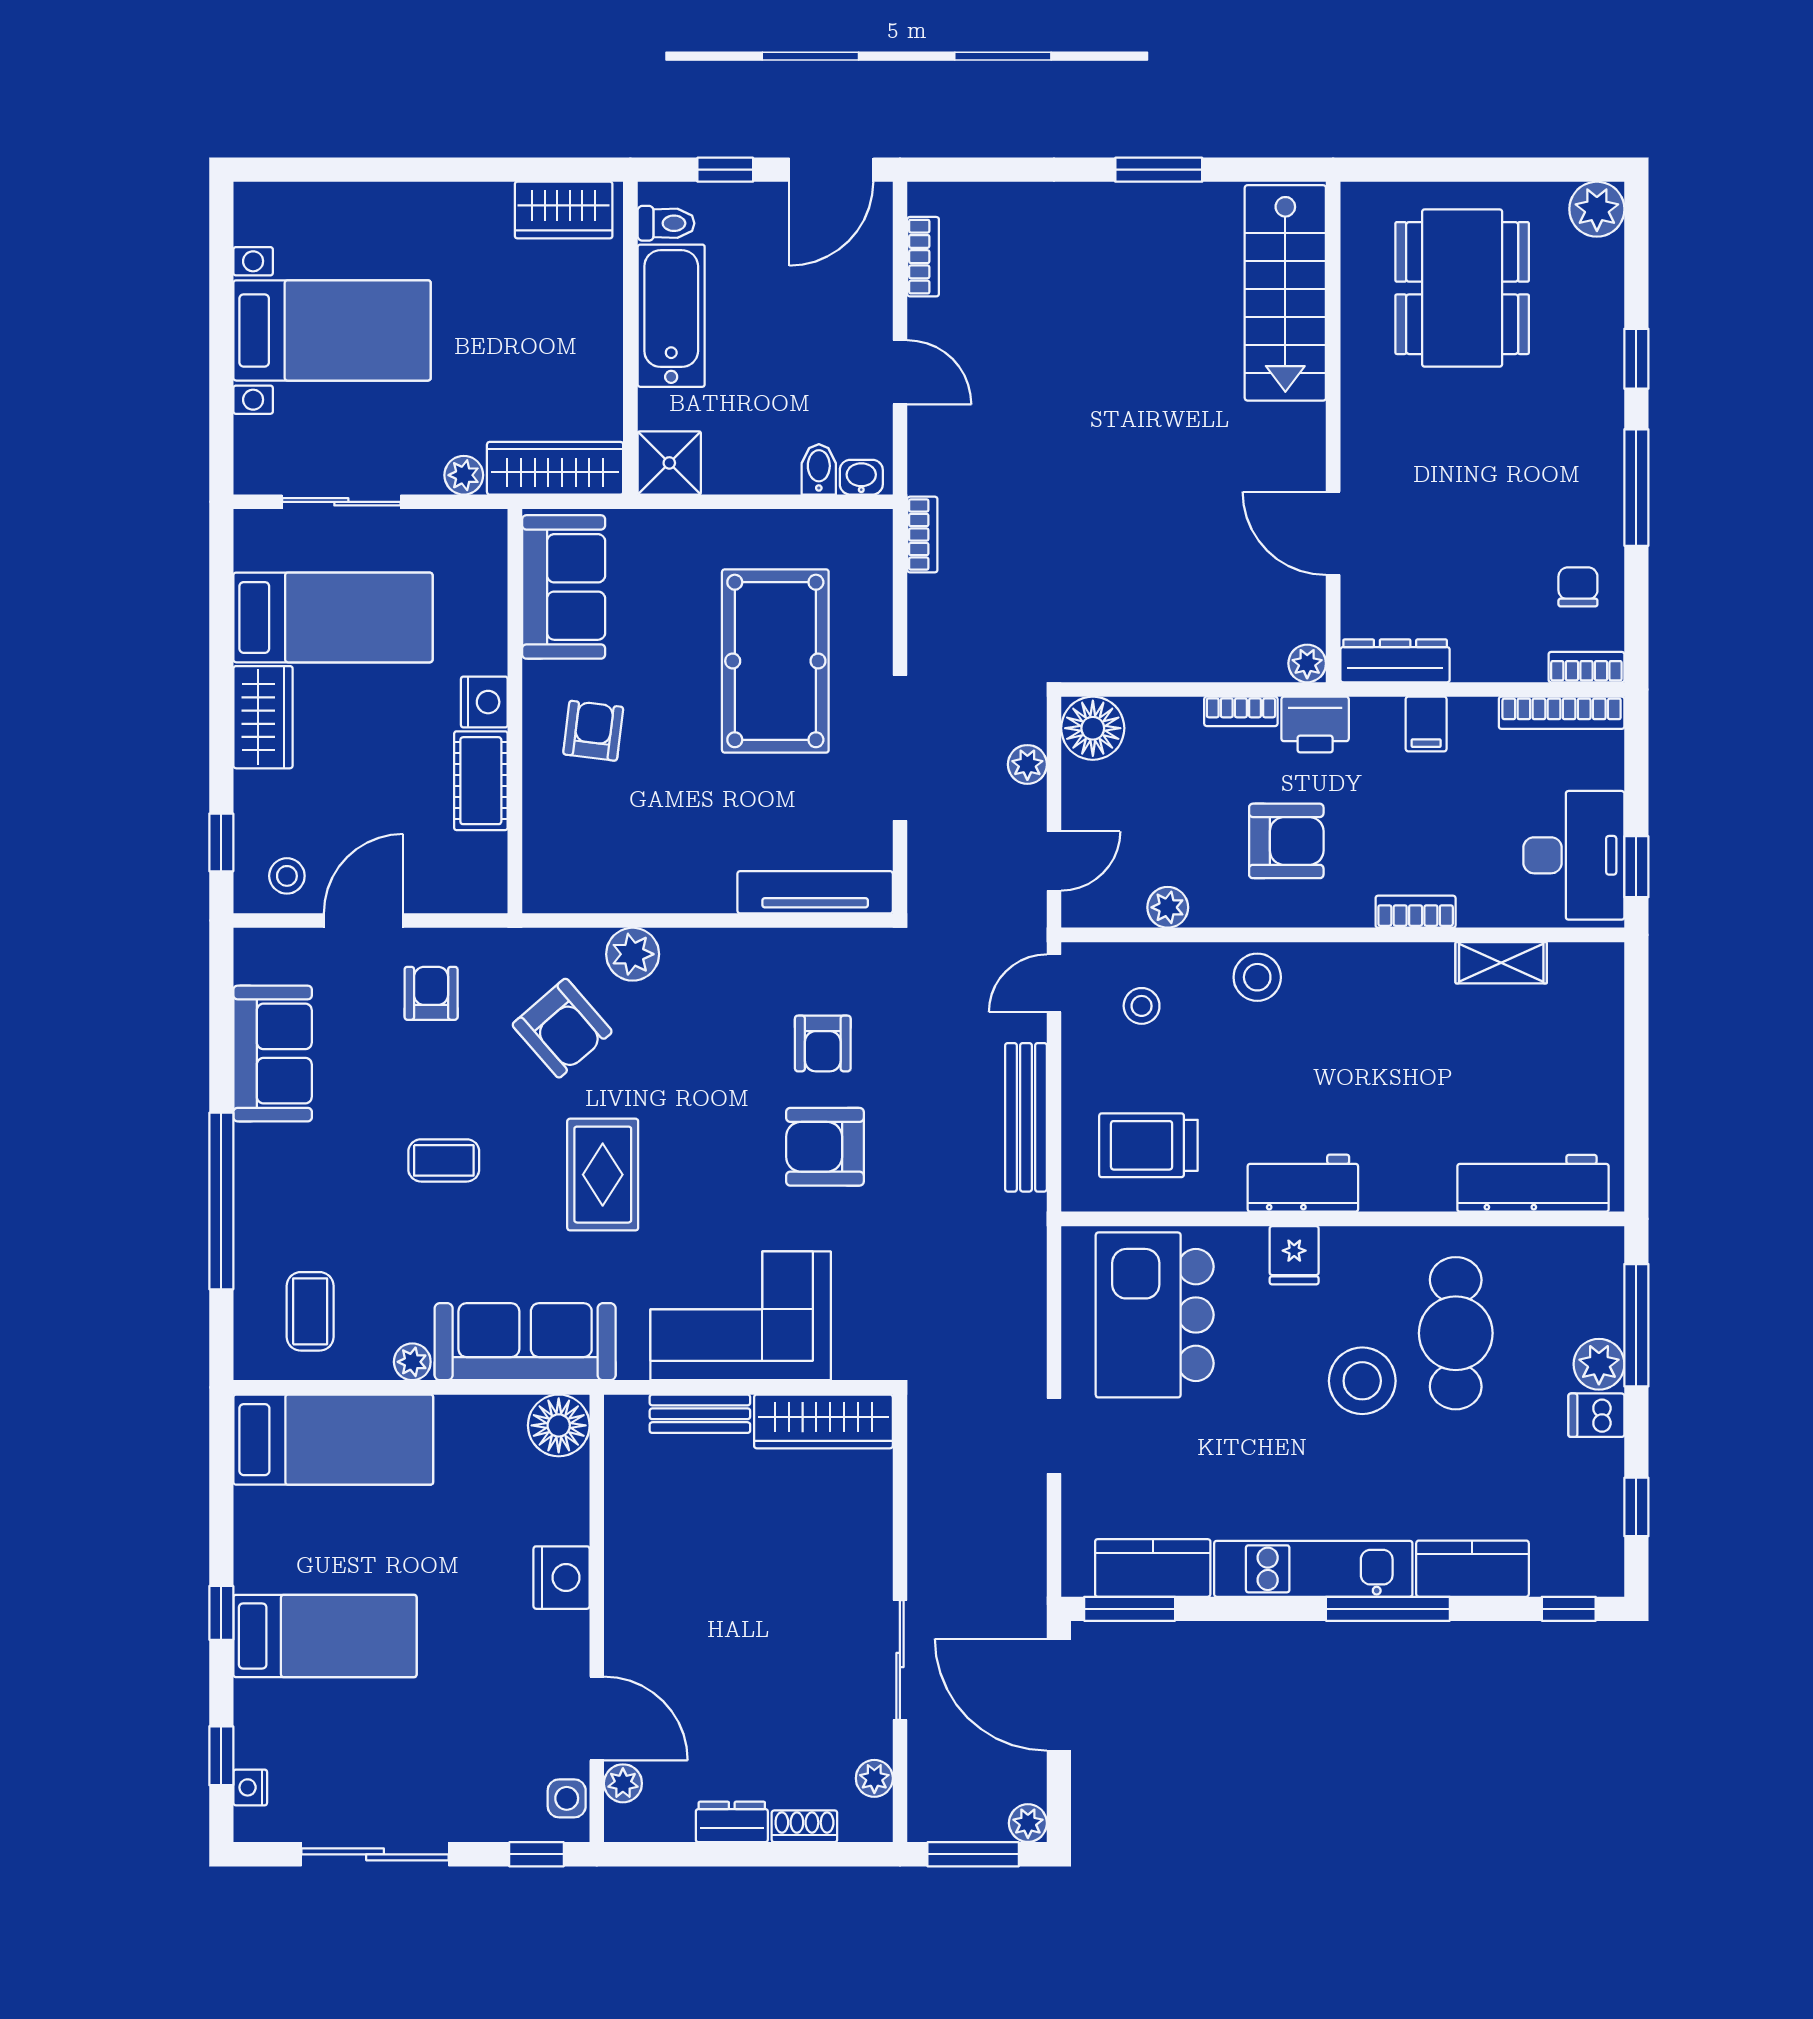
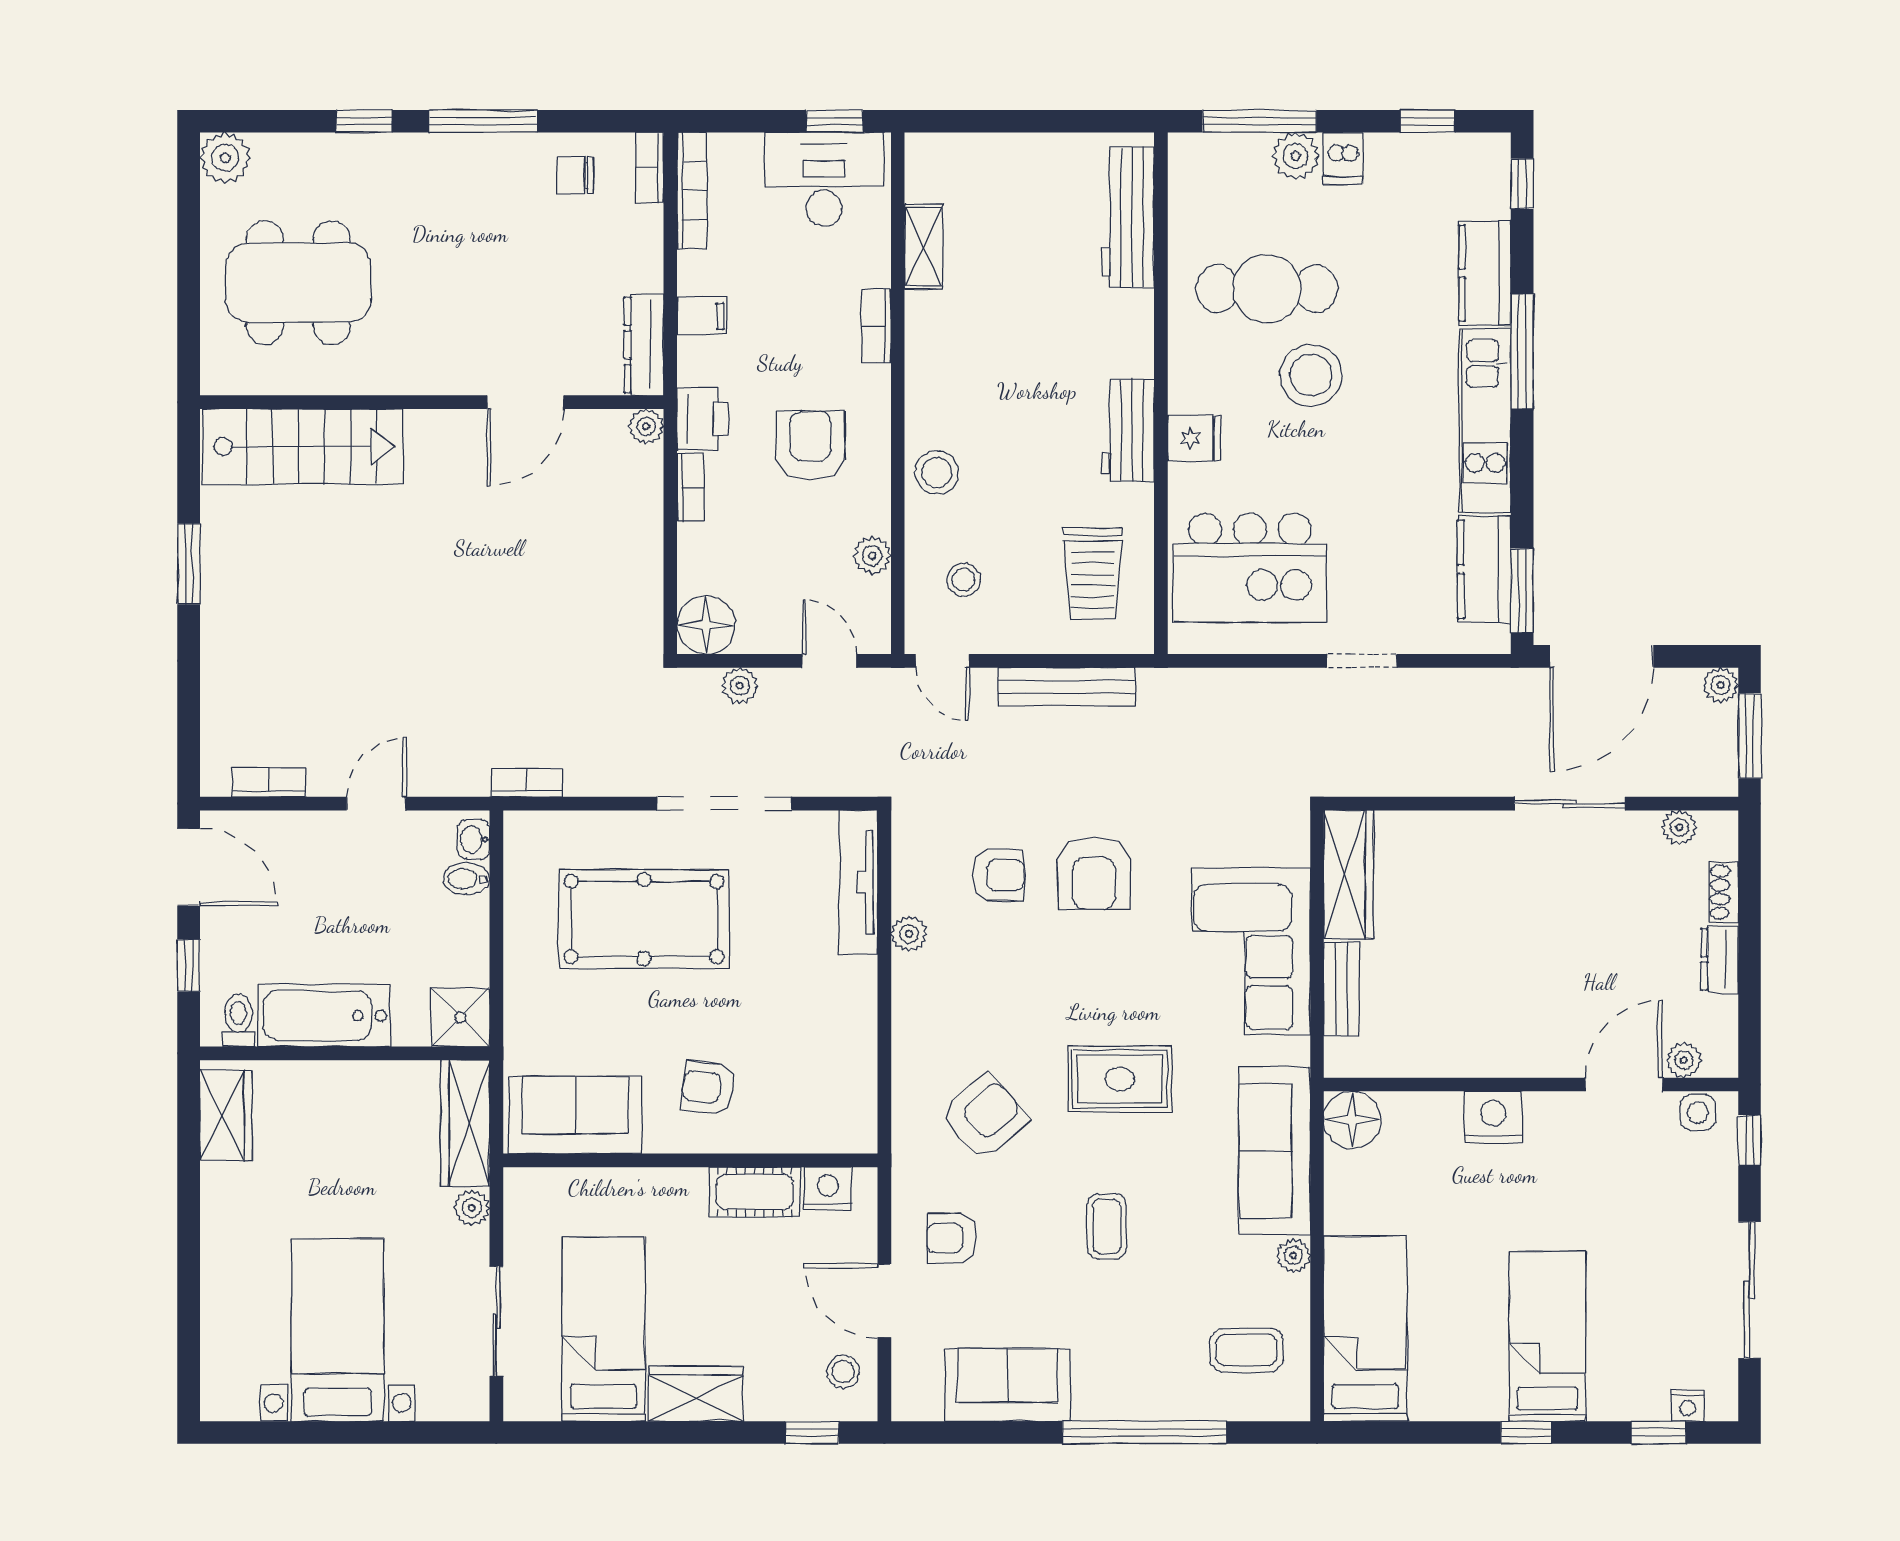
nightstand: (484, 702) -> (828, 1189), moved
plant: (633, 954) -> (909, 934), moved, width x0.73, depth x0.73

